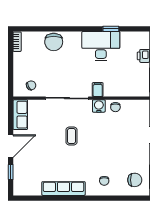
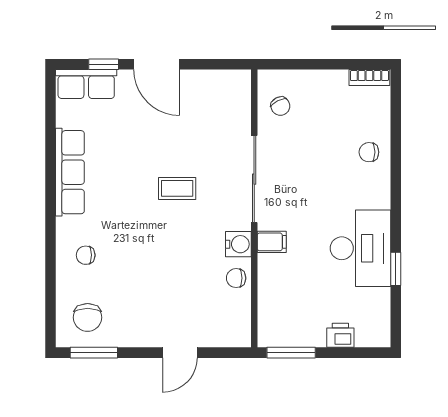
chair: (54, 42) -> (369, 152), width x0.54, depth x0.54
row of seats: (20, 115) -> (86, 84), moved

